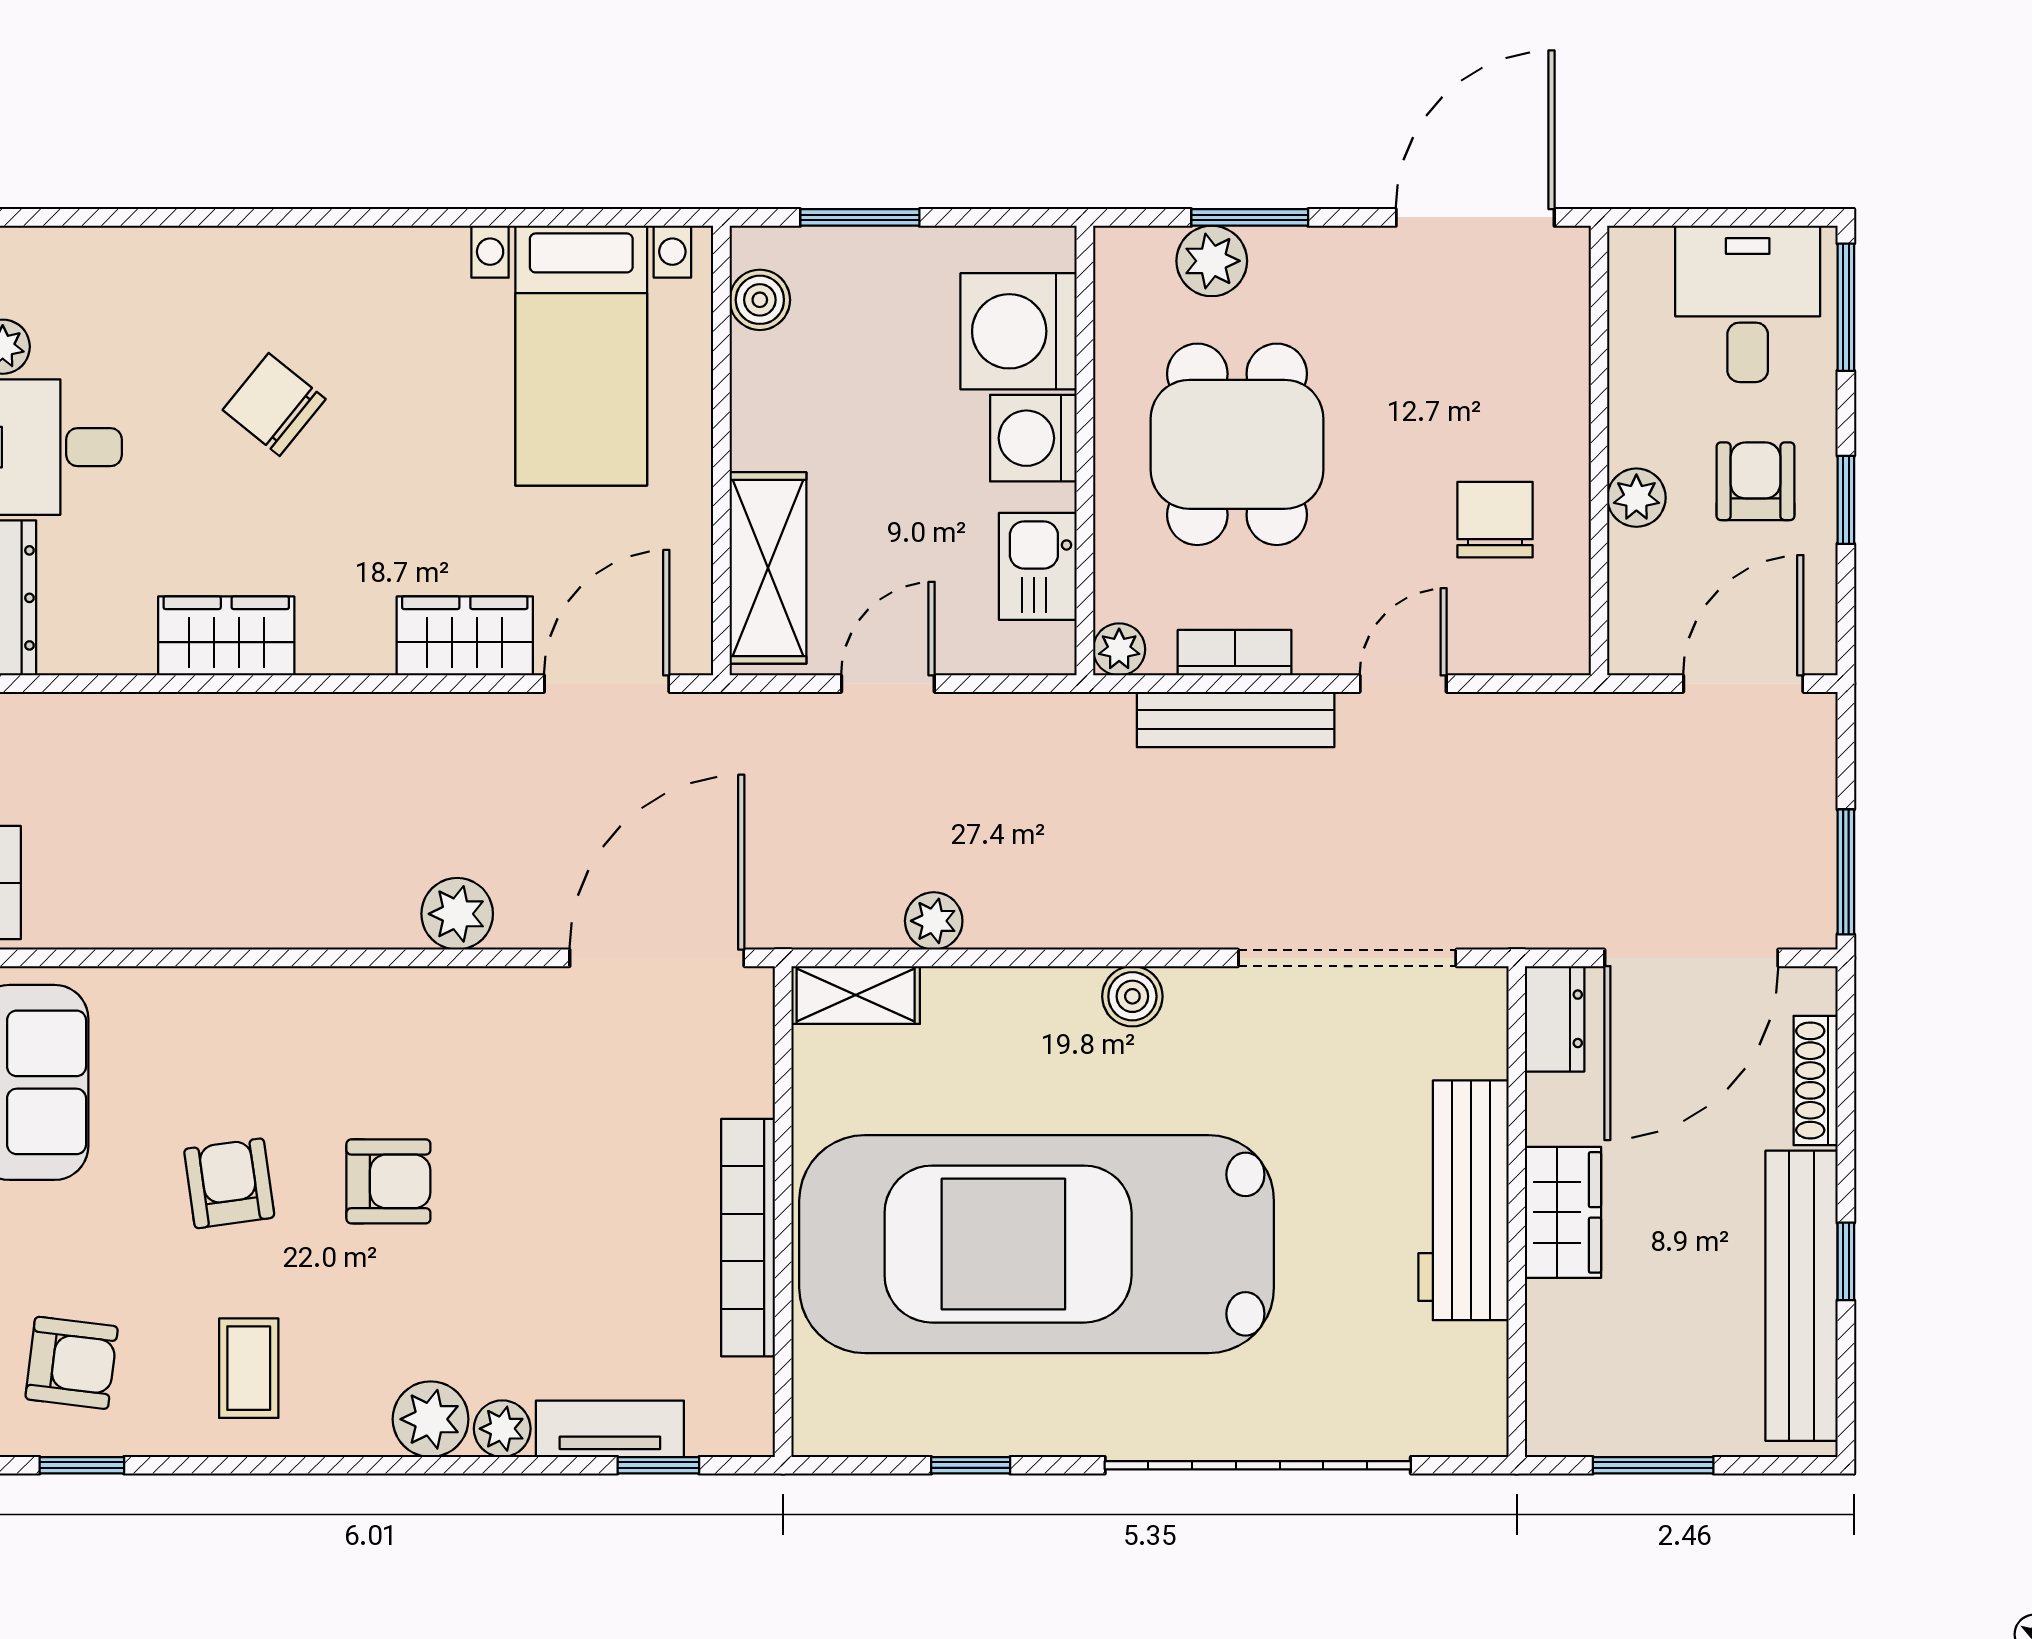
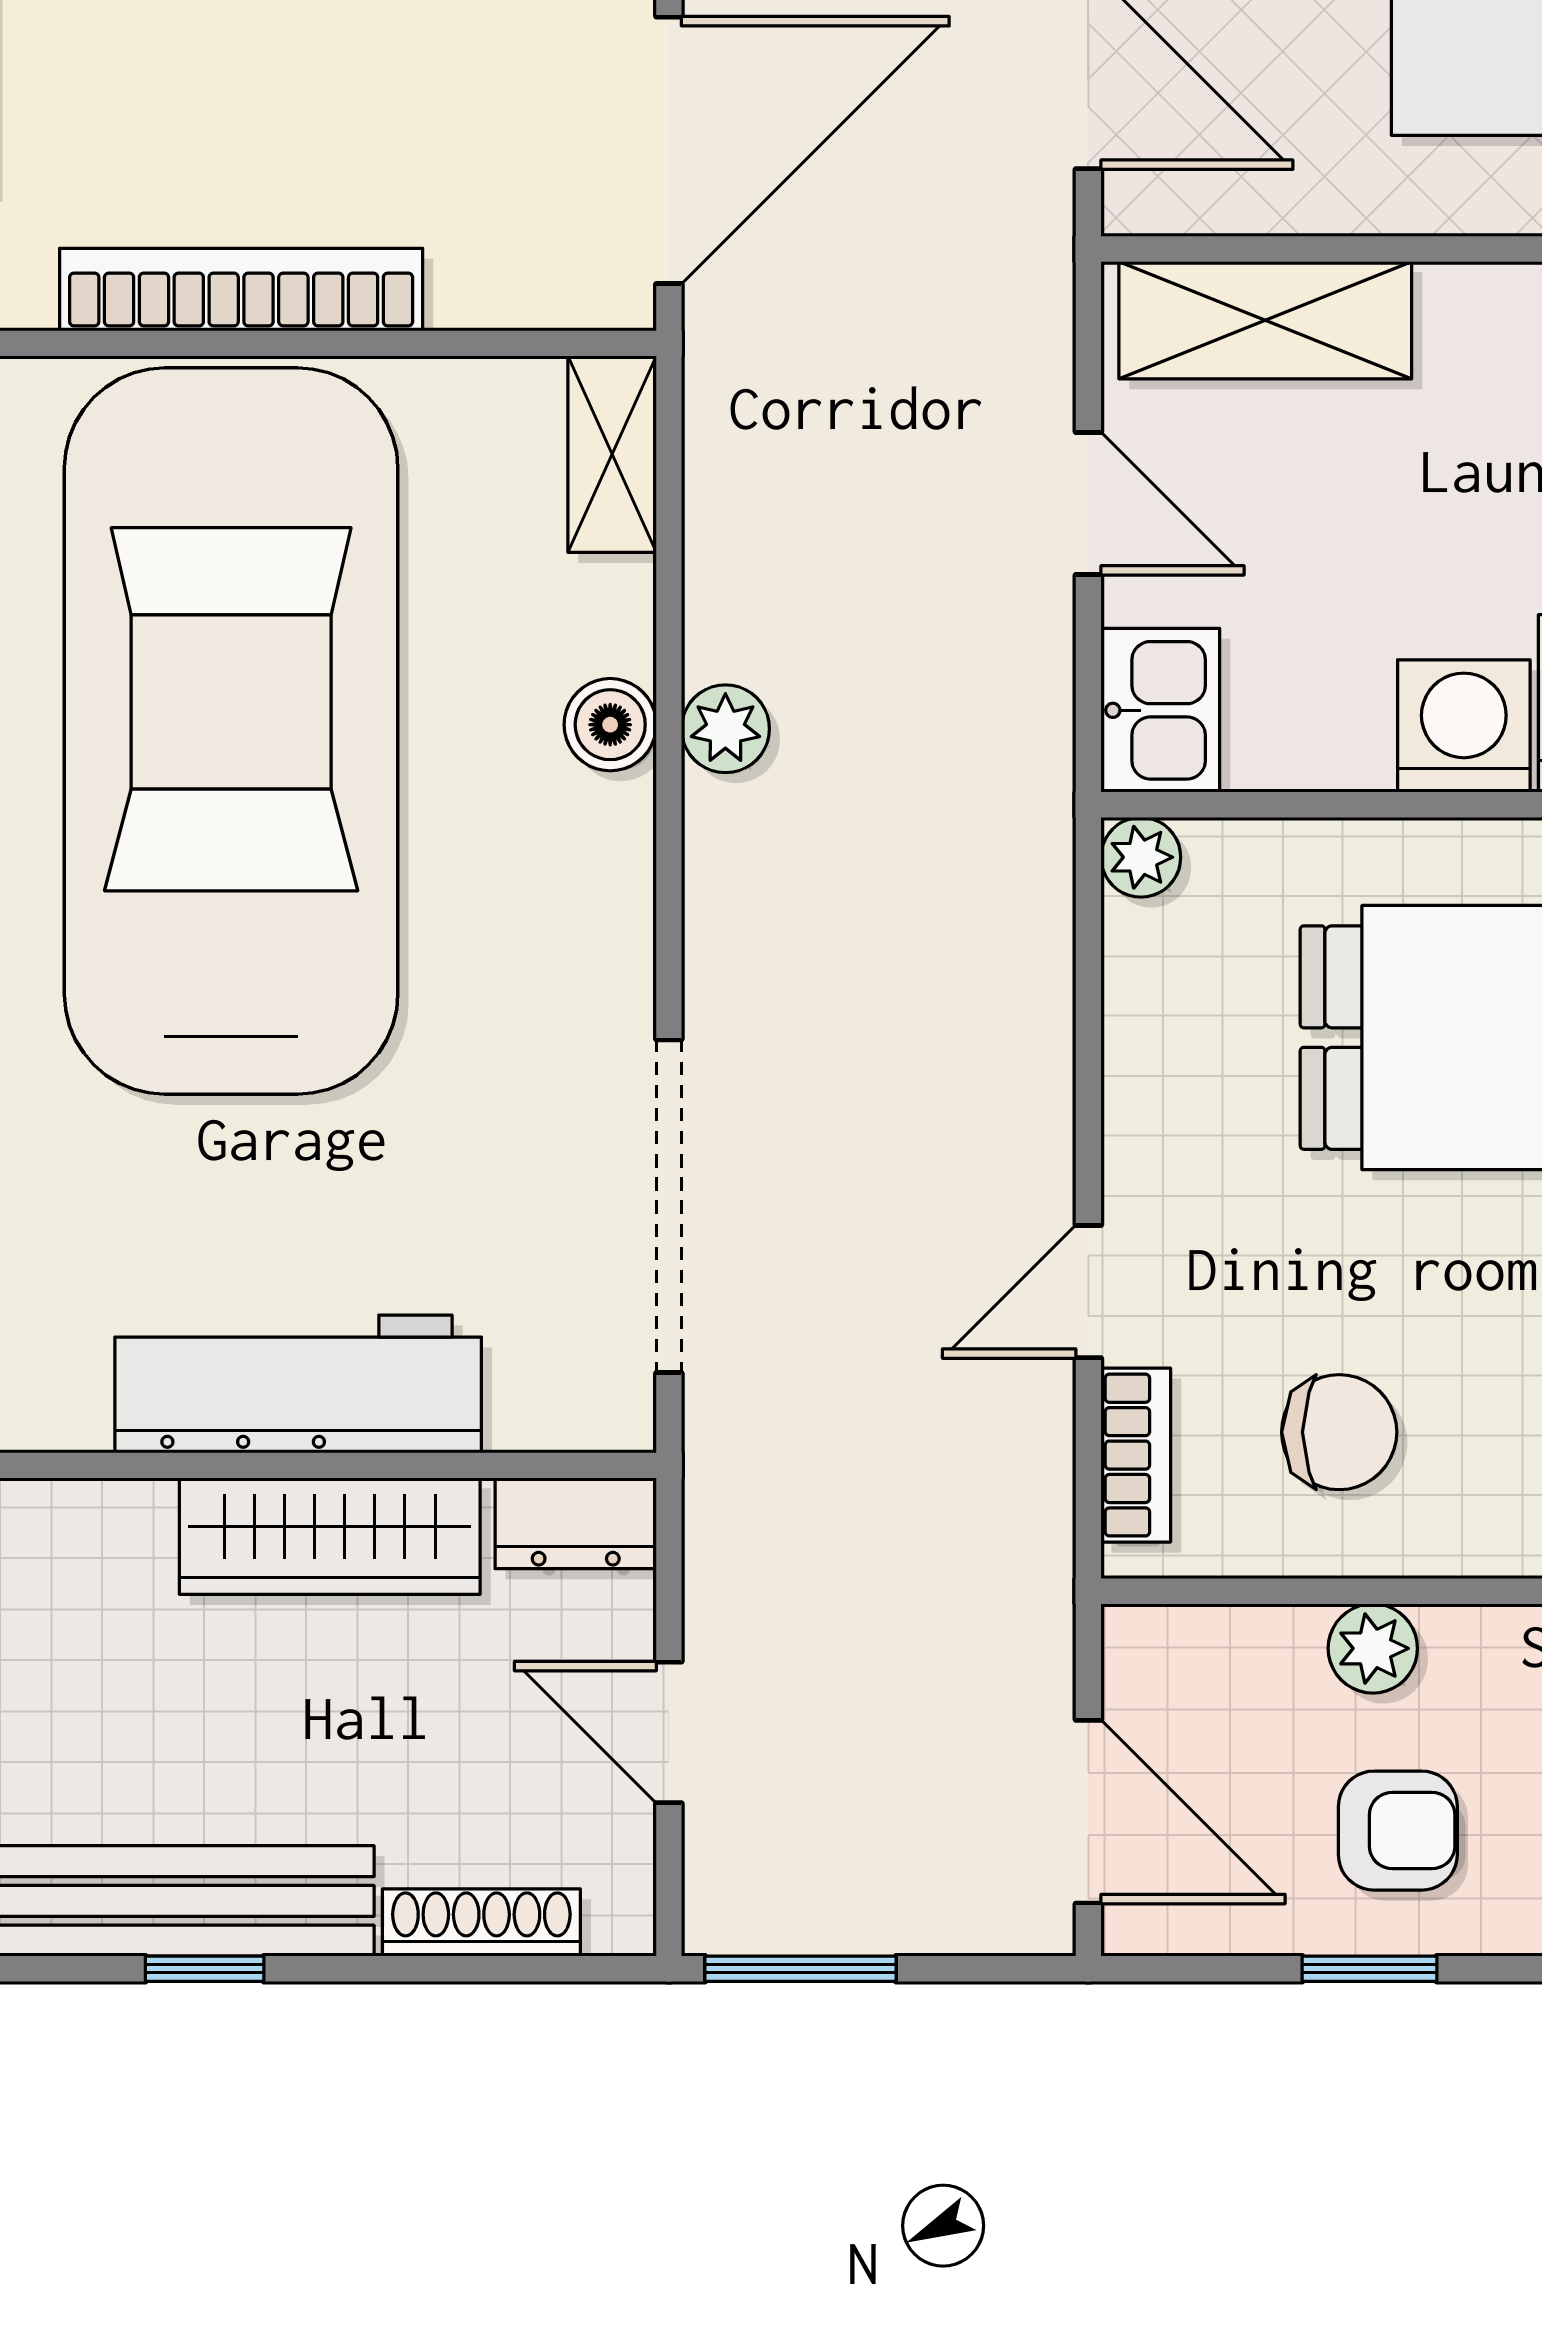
kitchen sink: (1038, 566) -> (1160, 710), moved, turned 90
bookcase: (1235, 653) -> (1136, 1455), moved
door: (1403, 684) -> (1088, 1292), swing flipped
bench: (1236, 720) -> (1033, 1035), removed
plant: (934, 921) -> (725, 729), moved
door: (657, 958) -> (669, 150), hinge flipped
door: (1691, 958) -> (669, 1732), width x0.53
boiler: (1132, 996) -> (610, 725), moved
wardrobe: (1563, 1212) -> (330, 1536), width x1.50

